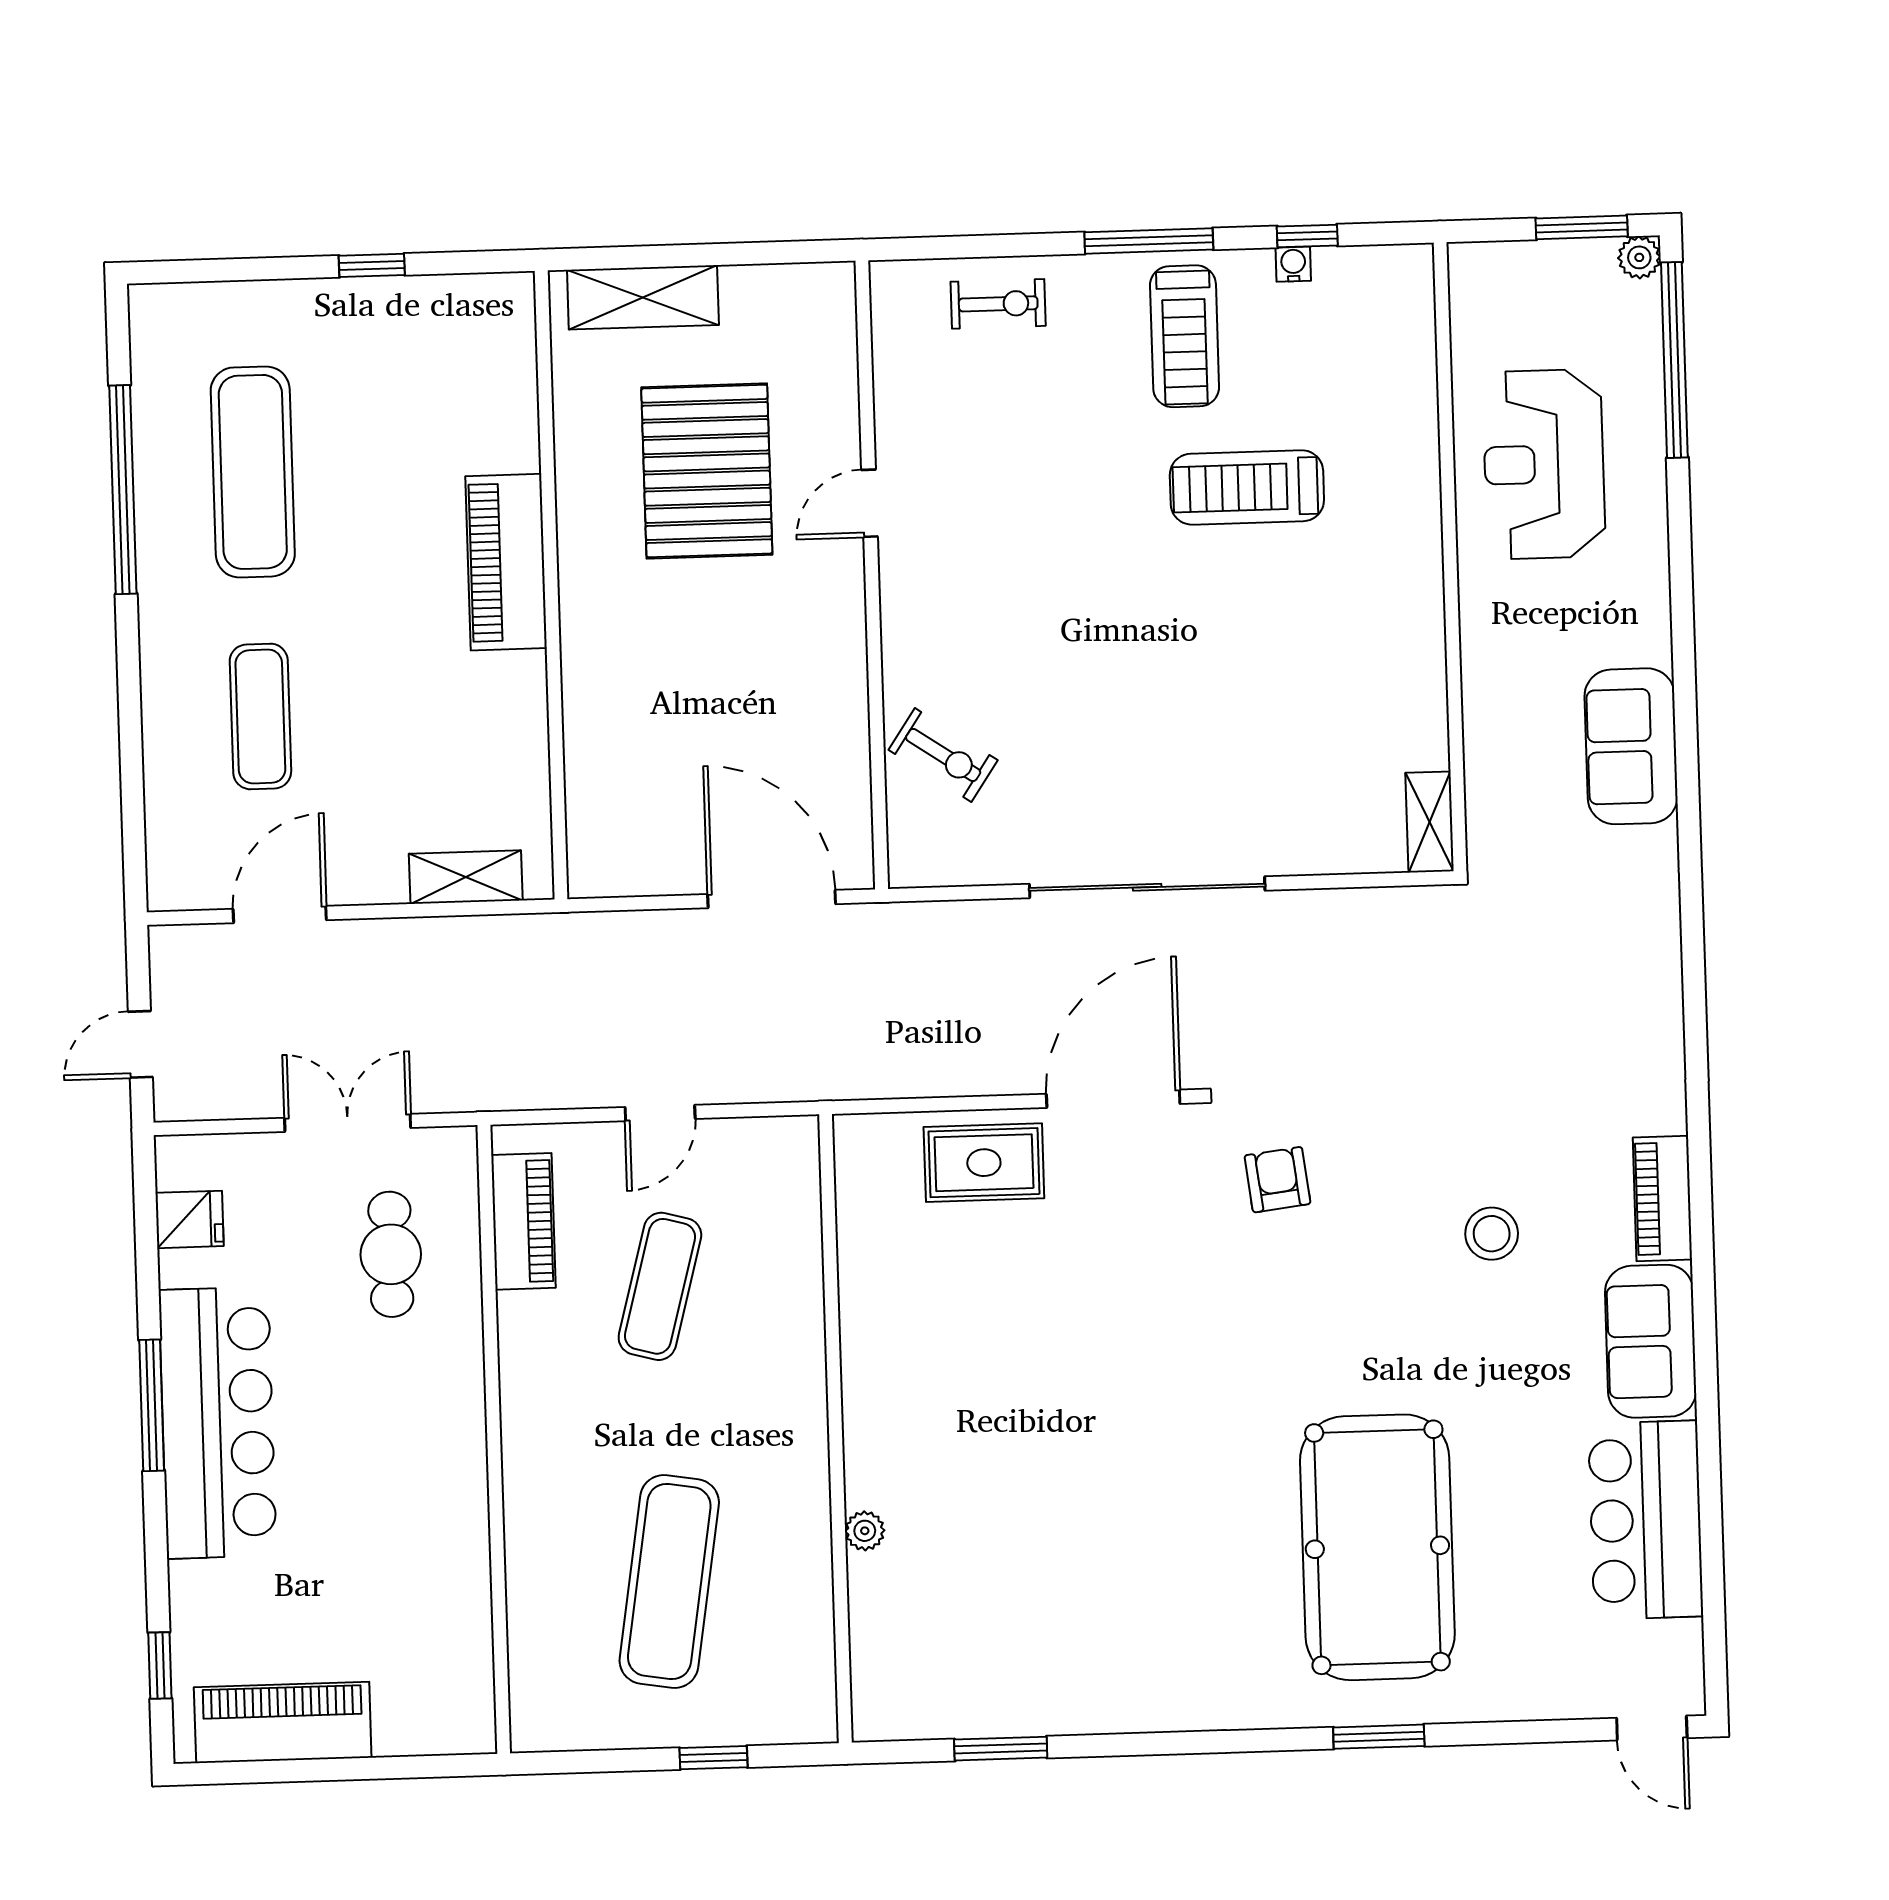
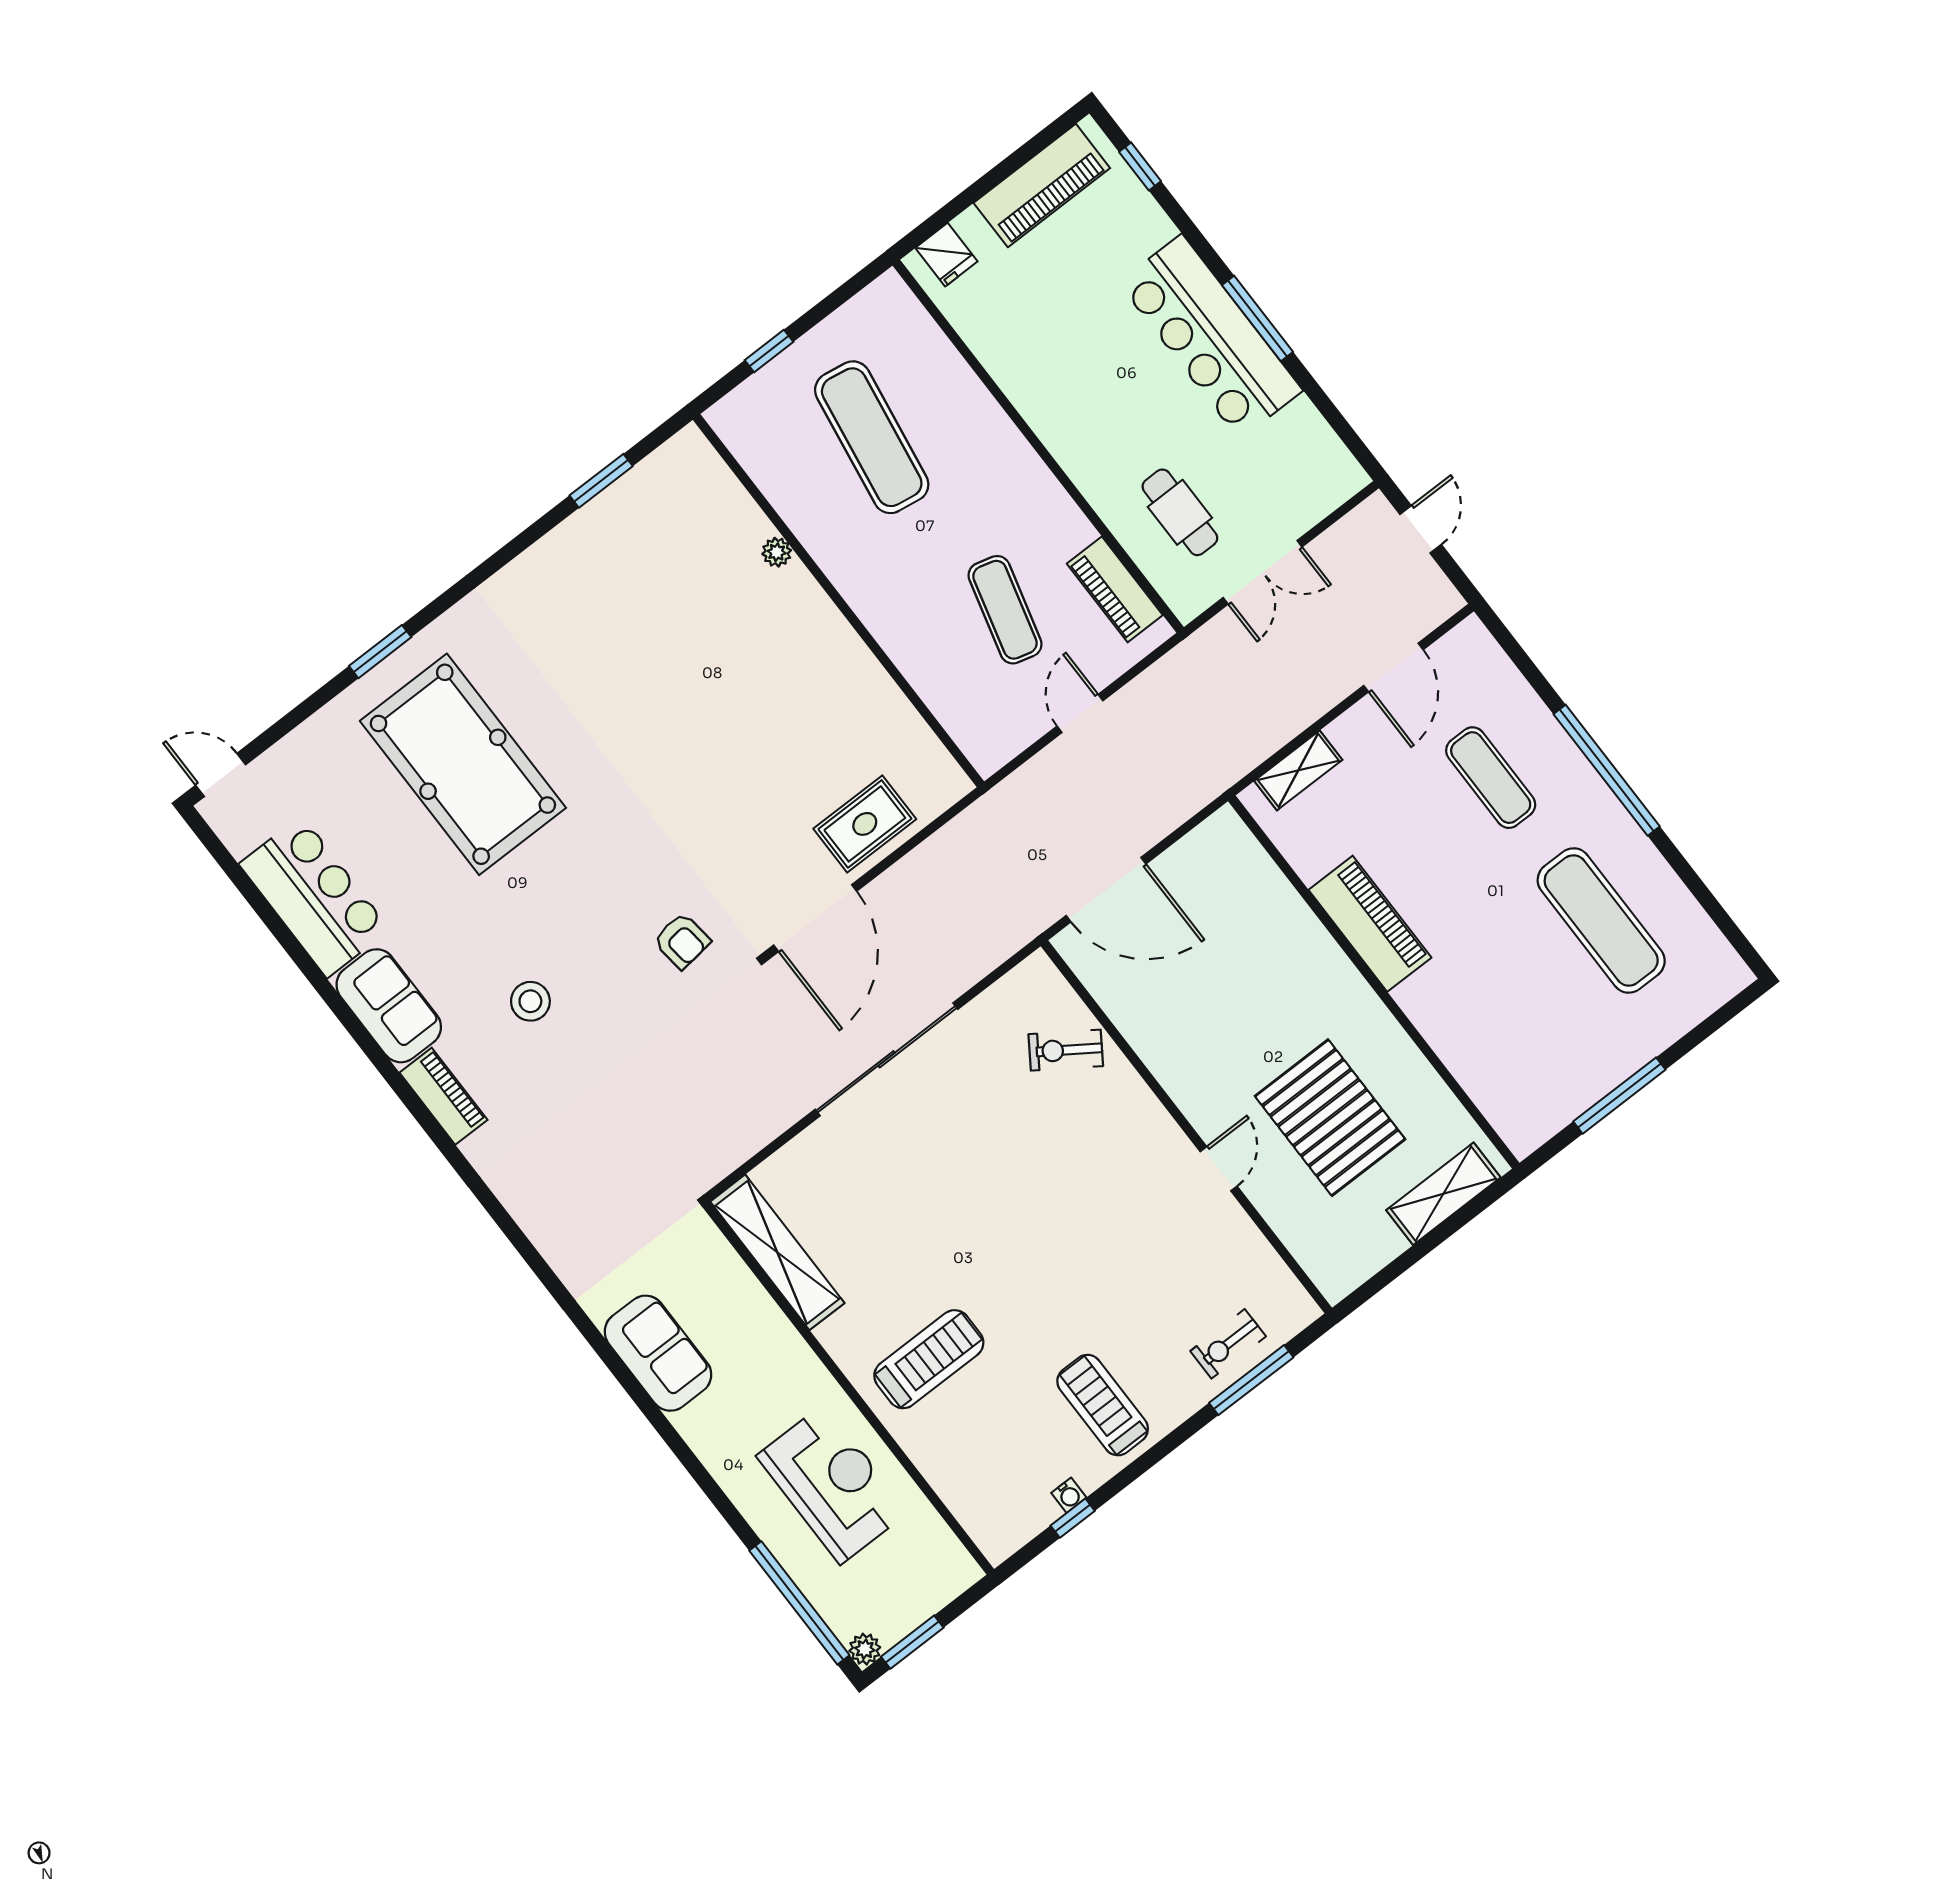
window: (1149, 241) -> (1251, 1380), moved
window: (372, 265) -> (1619, 1096), width x2.17
treadmill: (1247, 487) -> (929, 1359), moved
window: (123, 490) -> (1607, 770), moved
piano: (506, 562) -> (1370, 924), moved
shelving: (1430, 822) -> (777, 1252), width x2.20, depth x1.33
fridge: (190, 1219) -> (946, 255), moved, turned -90

